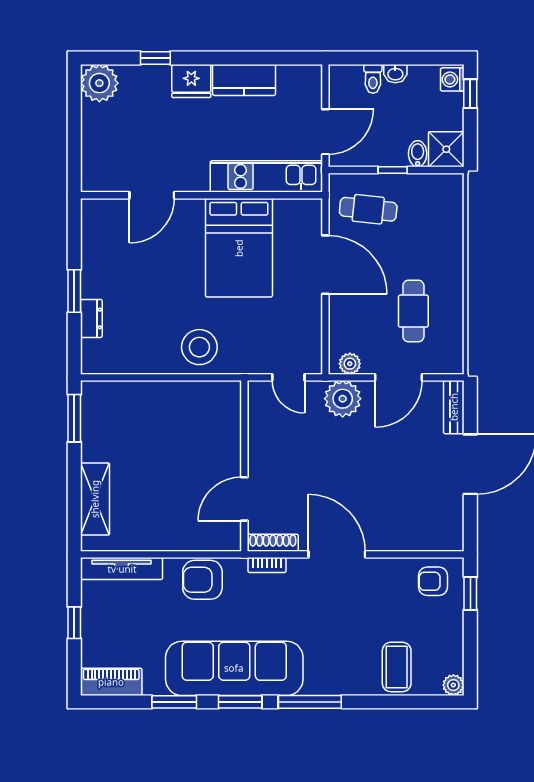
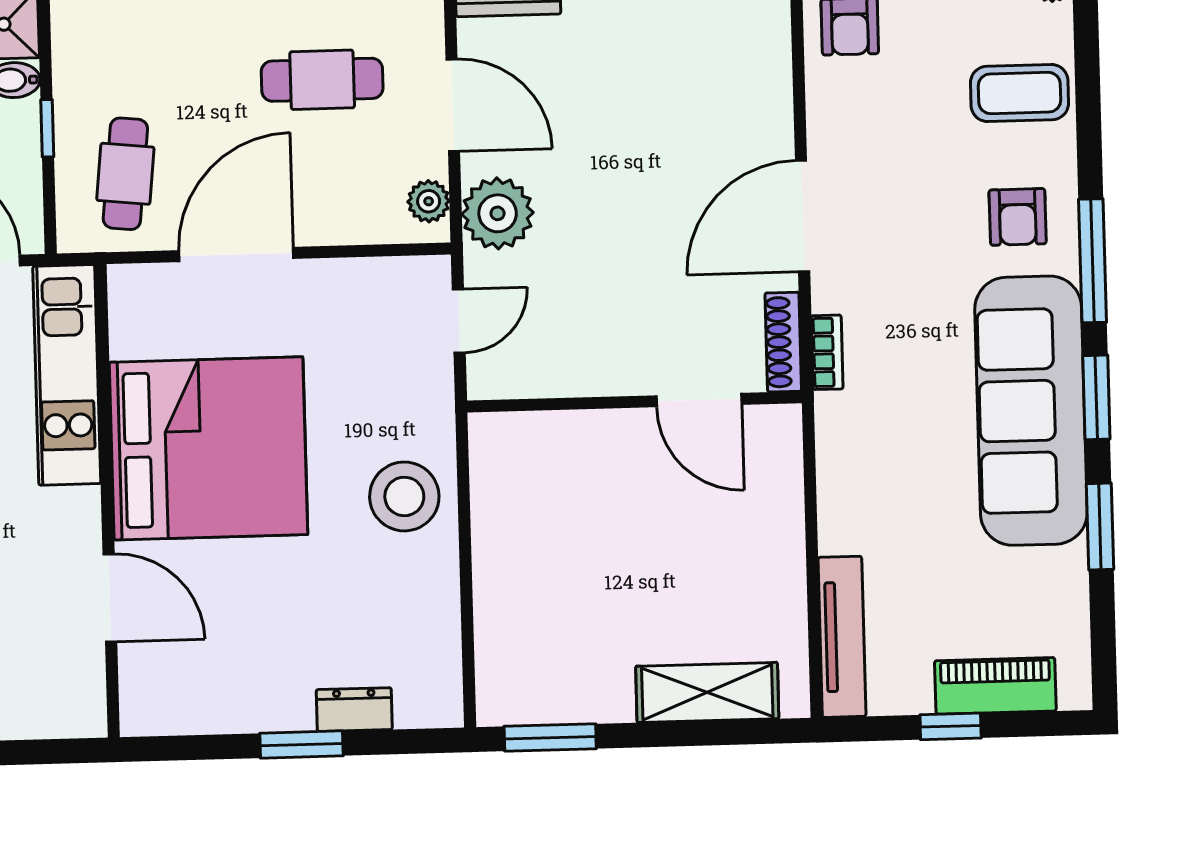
bed: (239, 248) -> (208, 448), width x1.36
armchair: (202, 580) -> (1018, 217), moved, width x0.72, depth x0.72
piano: (111, 682) -> (995, 686), moved, turned 90

